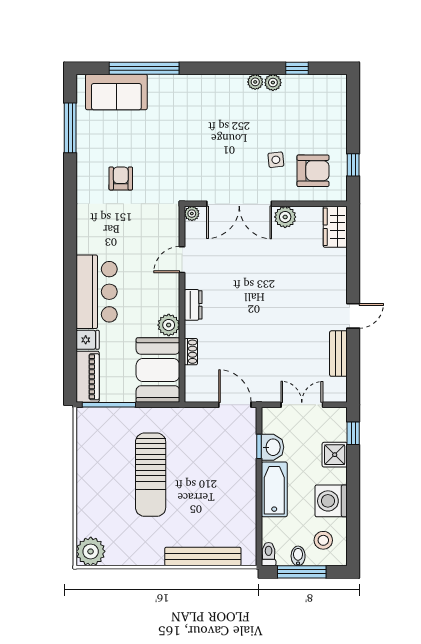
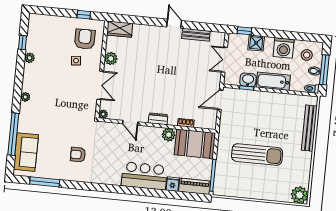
plant: (255, 82) -> (25, 97), moved
double door: (239, 204) -> (100, 85), width x0.73

